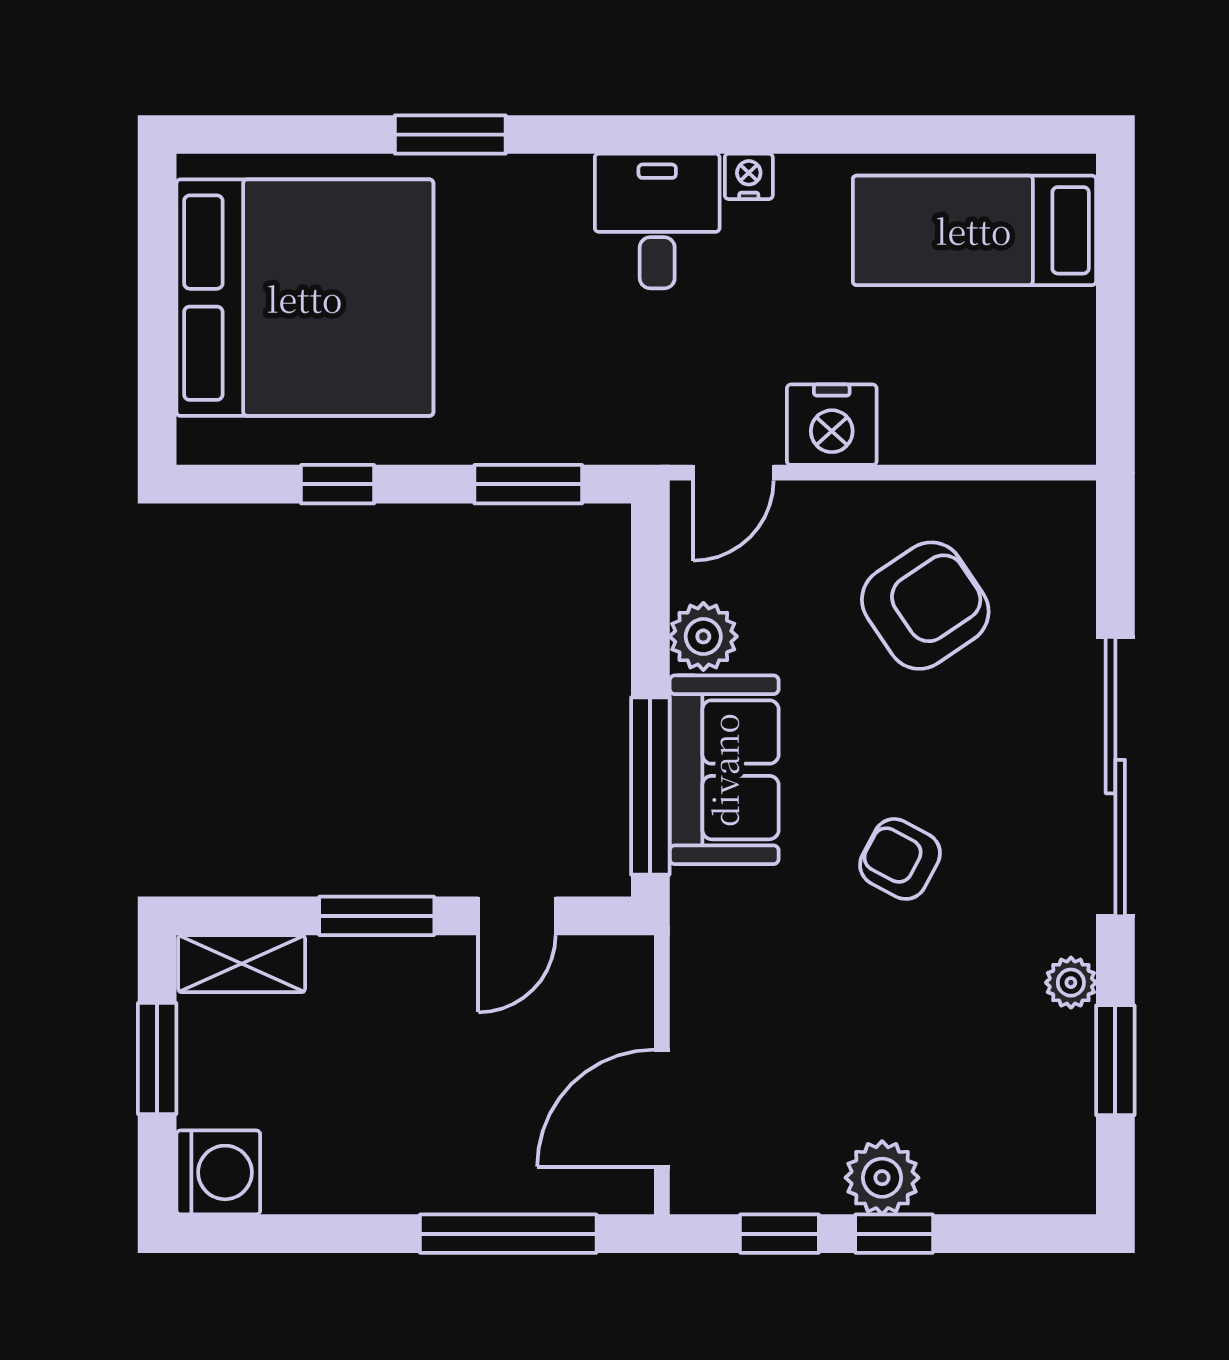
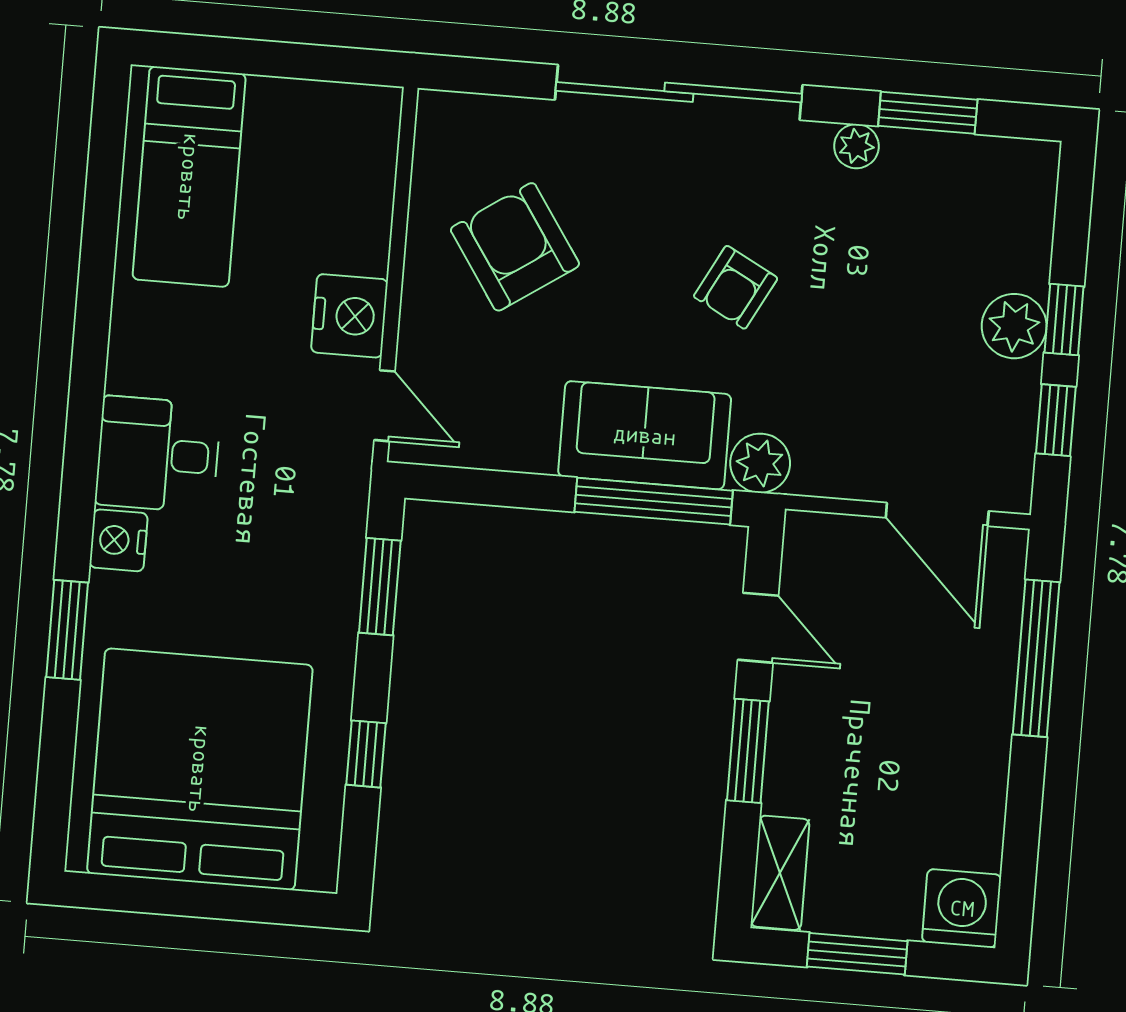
nightstand: (749, 176) -> (119, 540), moved, width x1.39, depth x1.35
plant: (703, 636) -> (760, 463), moved

